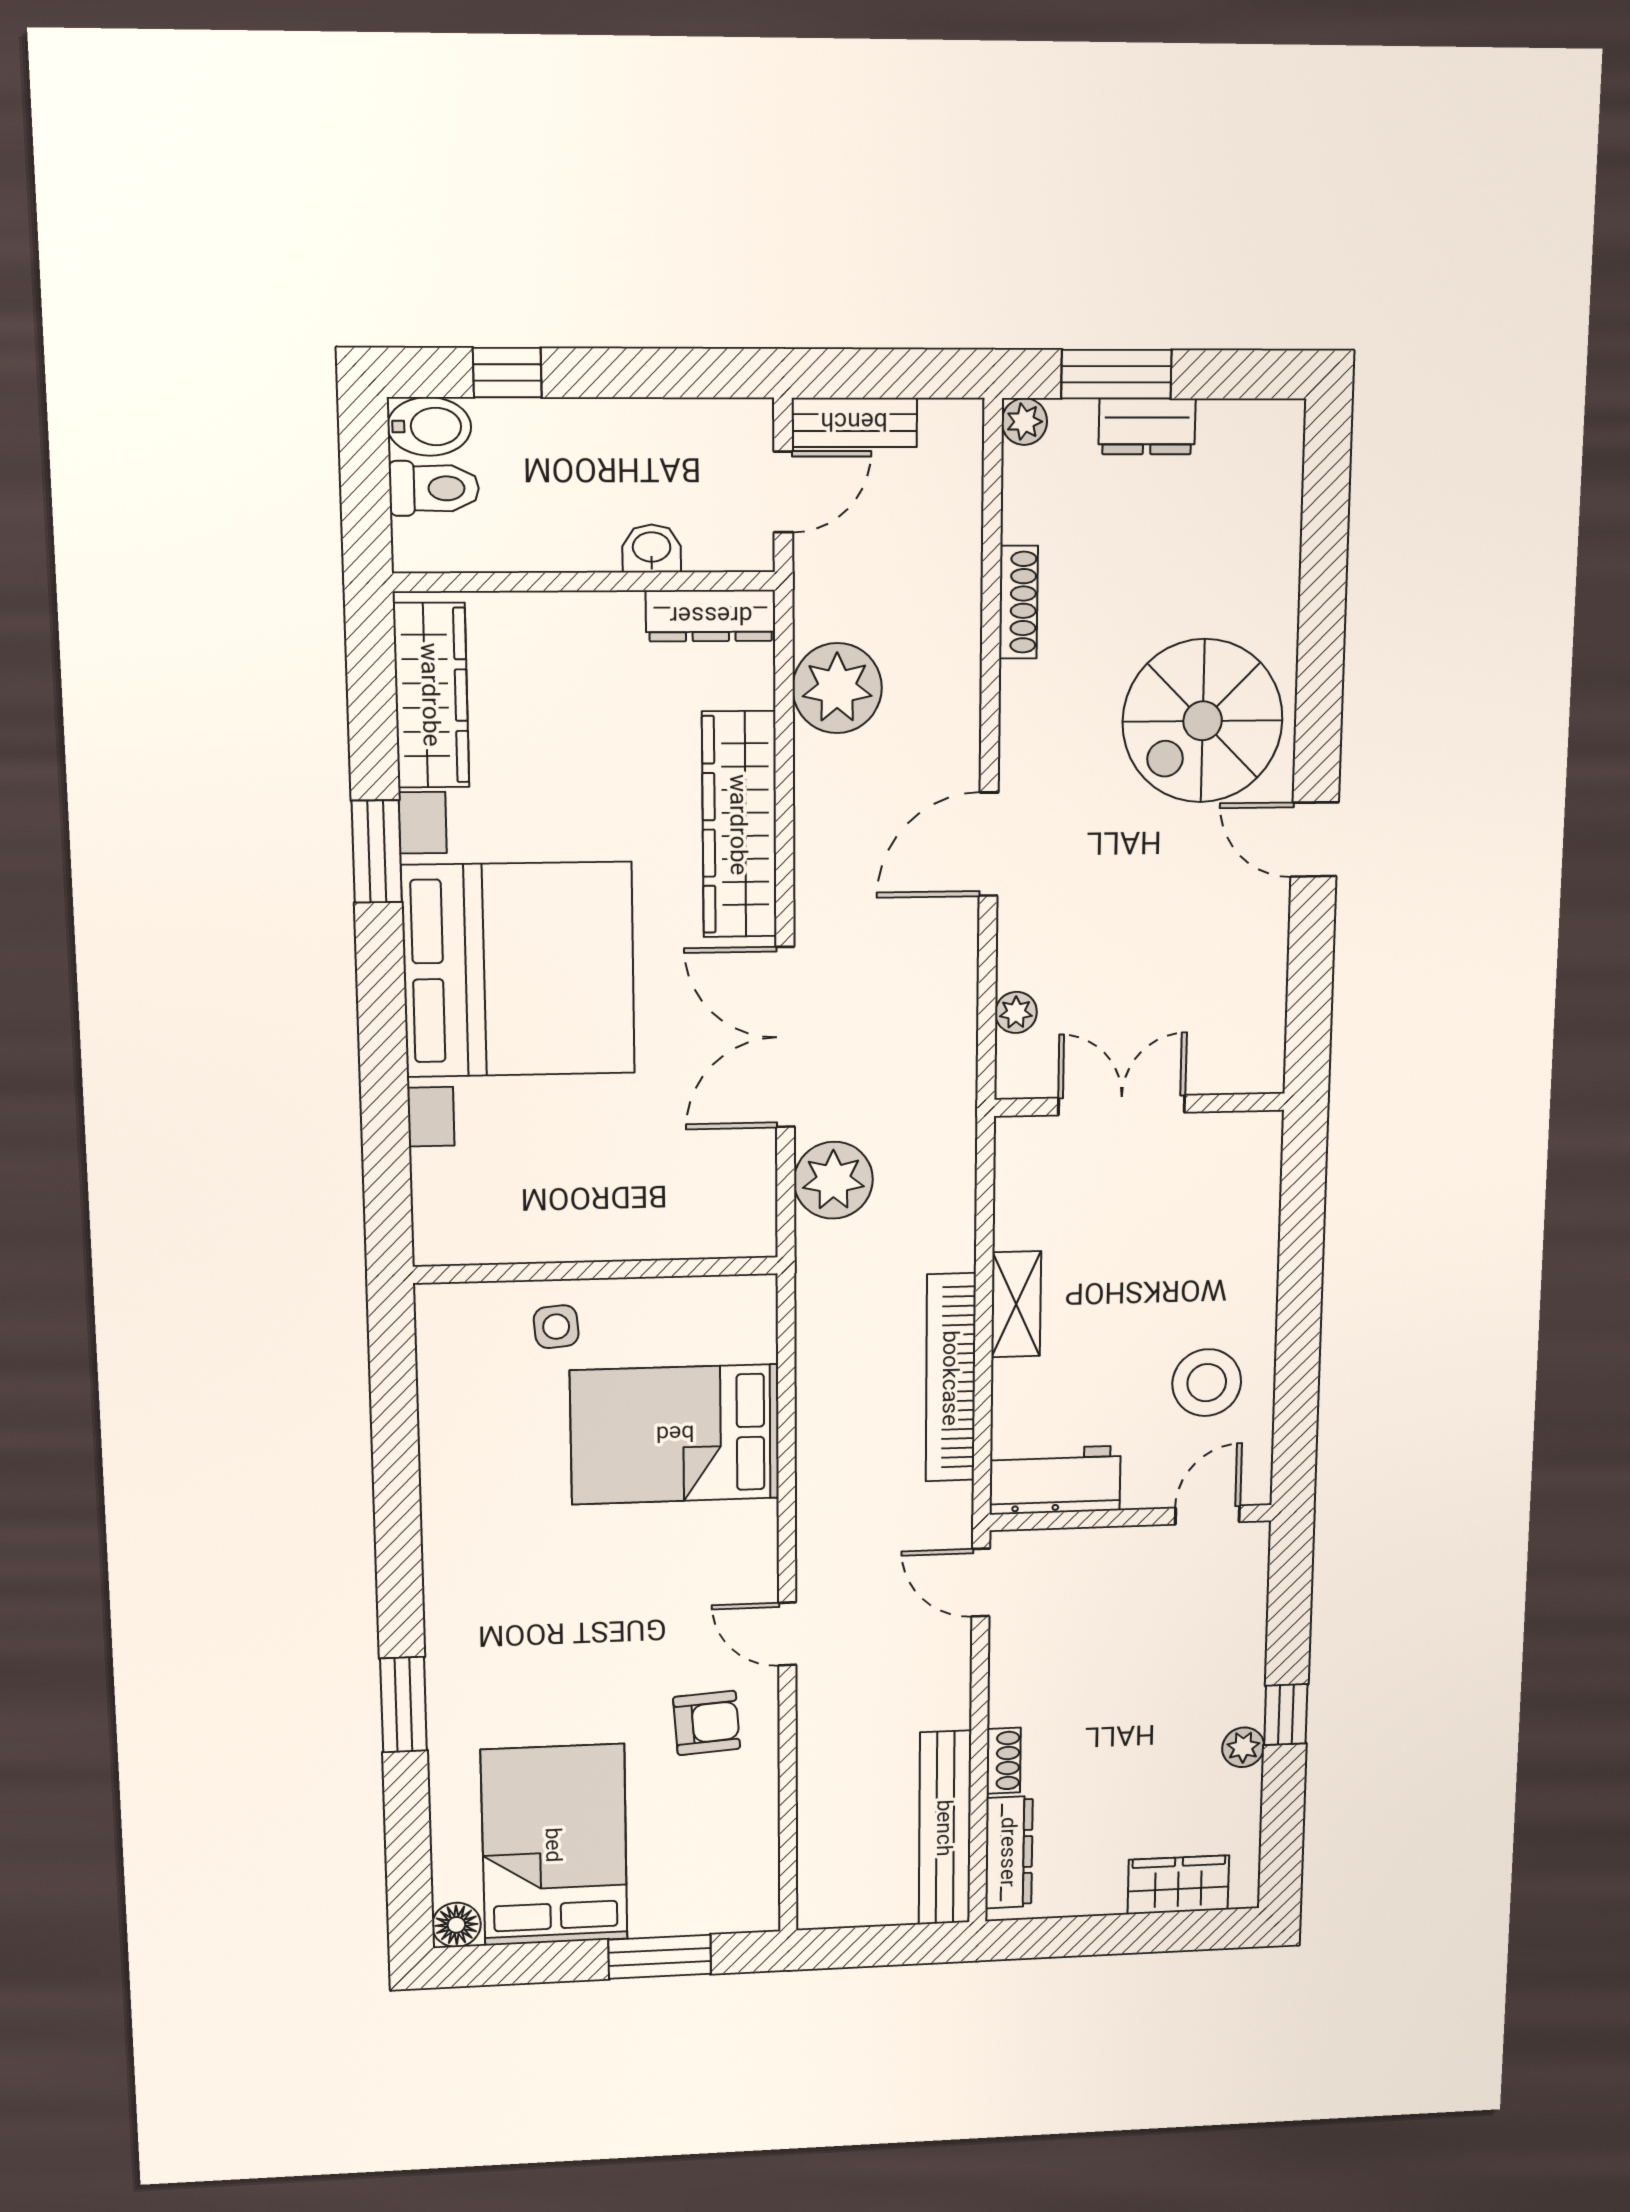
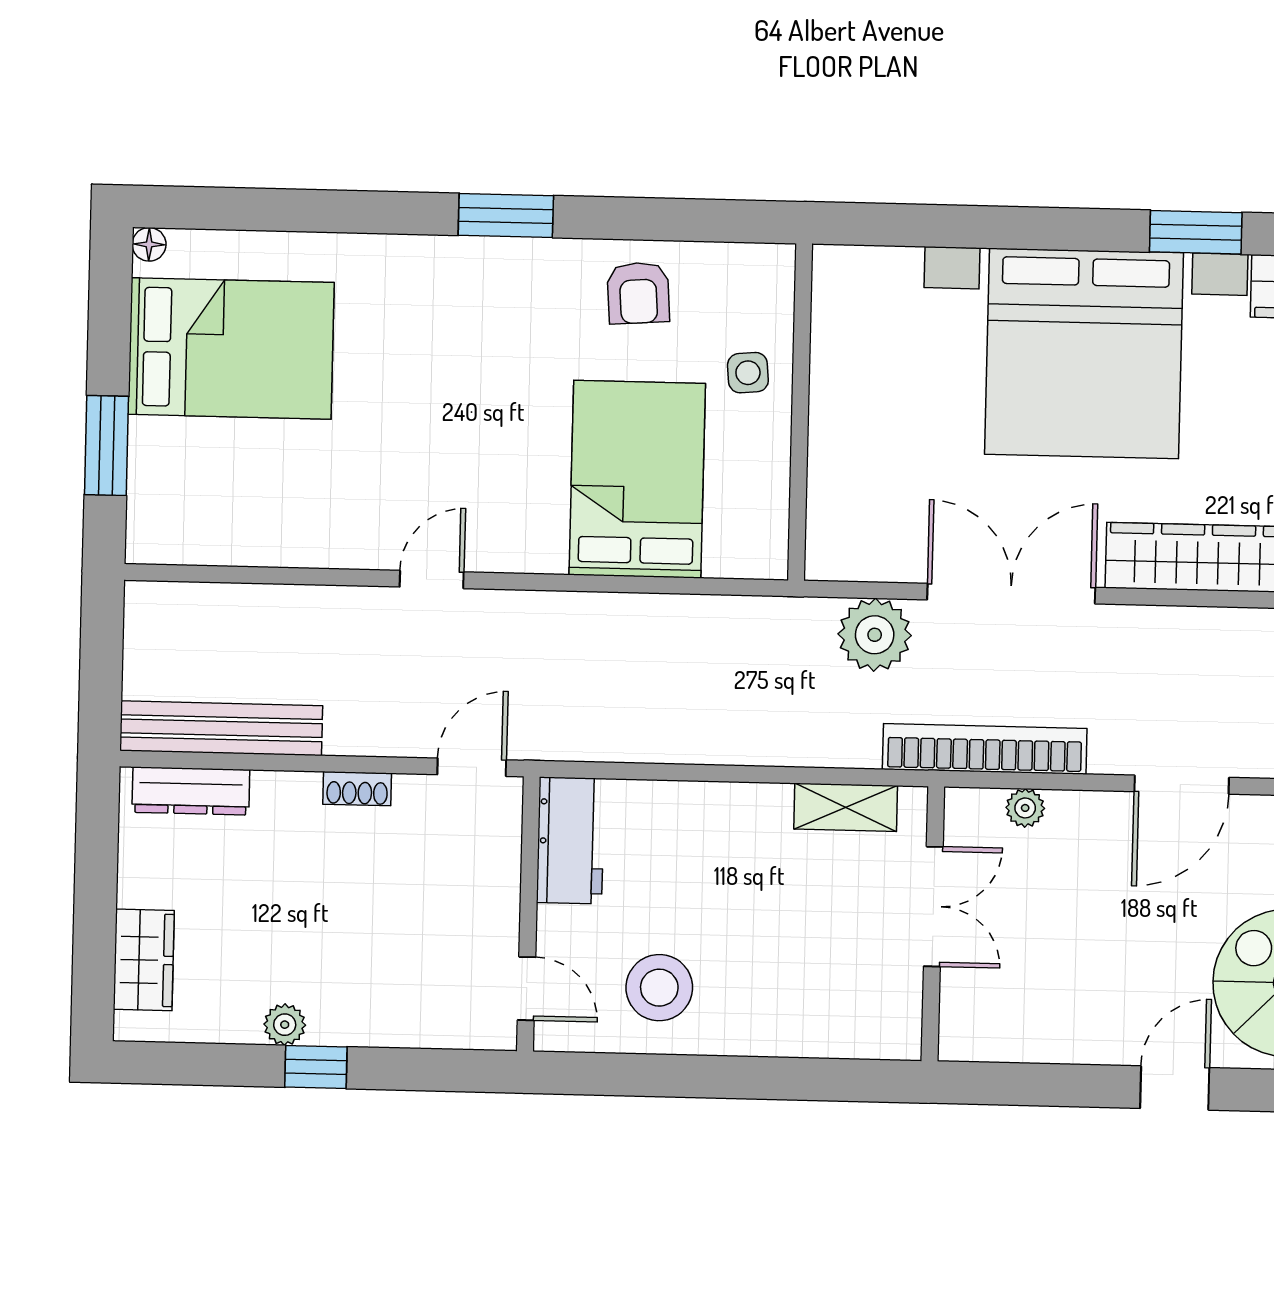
door: (989, 844) -> (1182, 785), swing flipped
shelving: (1016, 1304) -> (846, 807), moved
bookcase: (951, 1378) -> (985, 749), moved
window: (404, 1705) -> (506, 215), moved
armchair: (707, 1723) -> (638, 293), moved
shoe rack: (1004, 1761) -> (357, 789), moved
floor lamp: (456, 1925) -> (149, 244), width x0.73, depth x0.73

